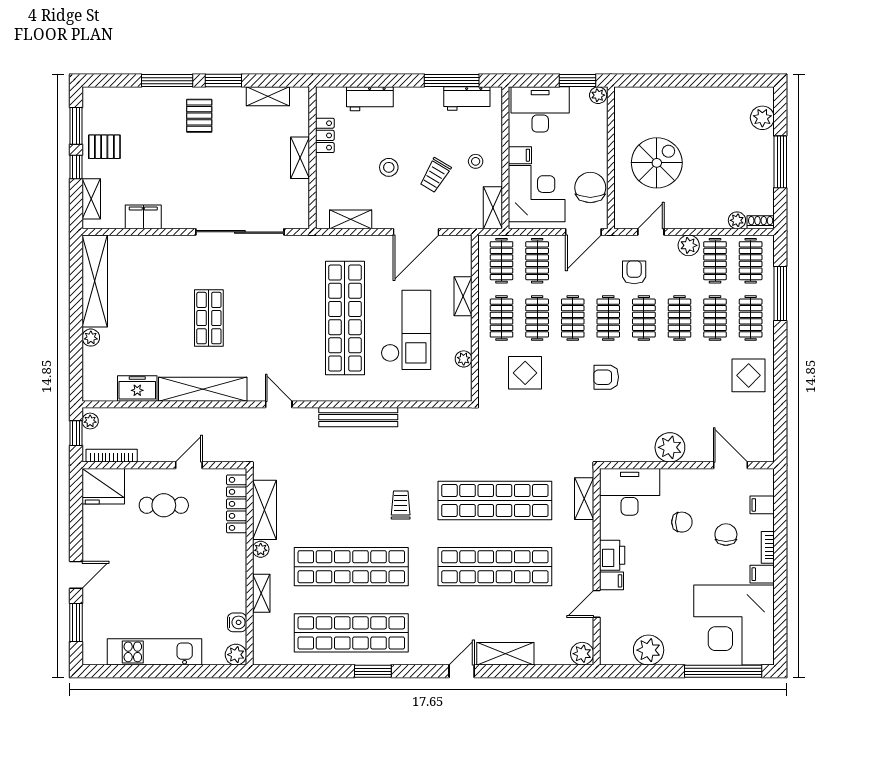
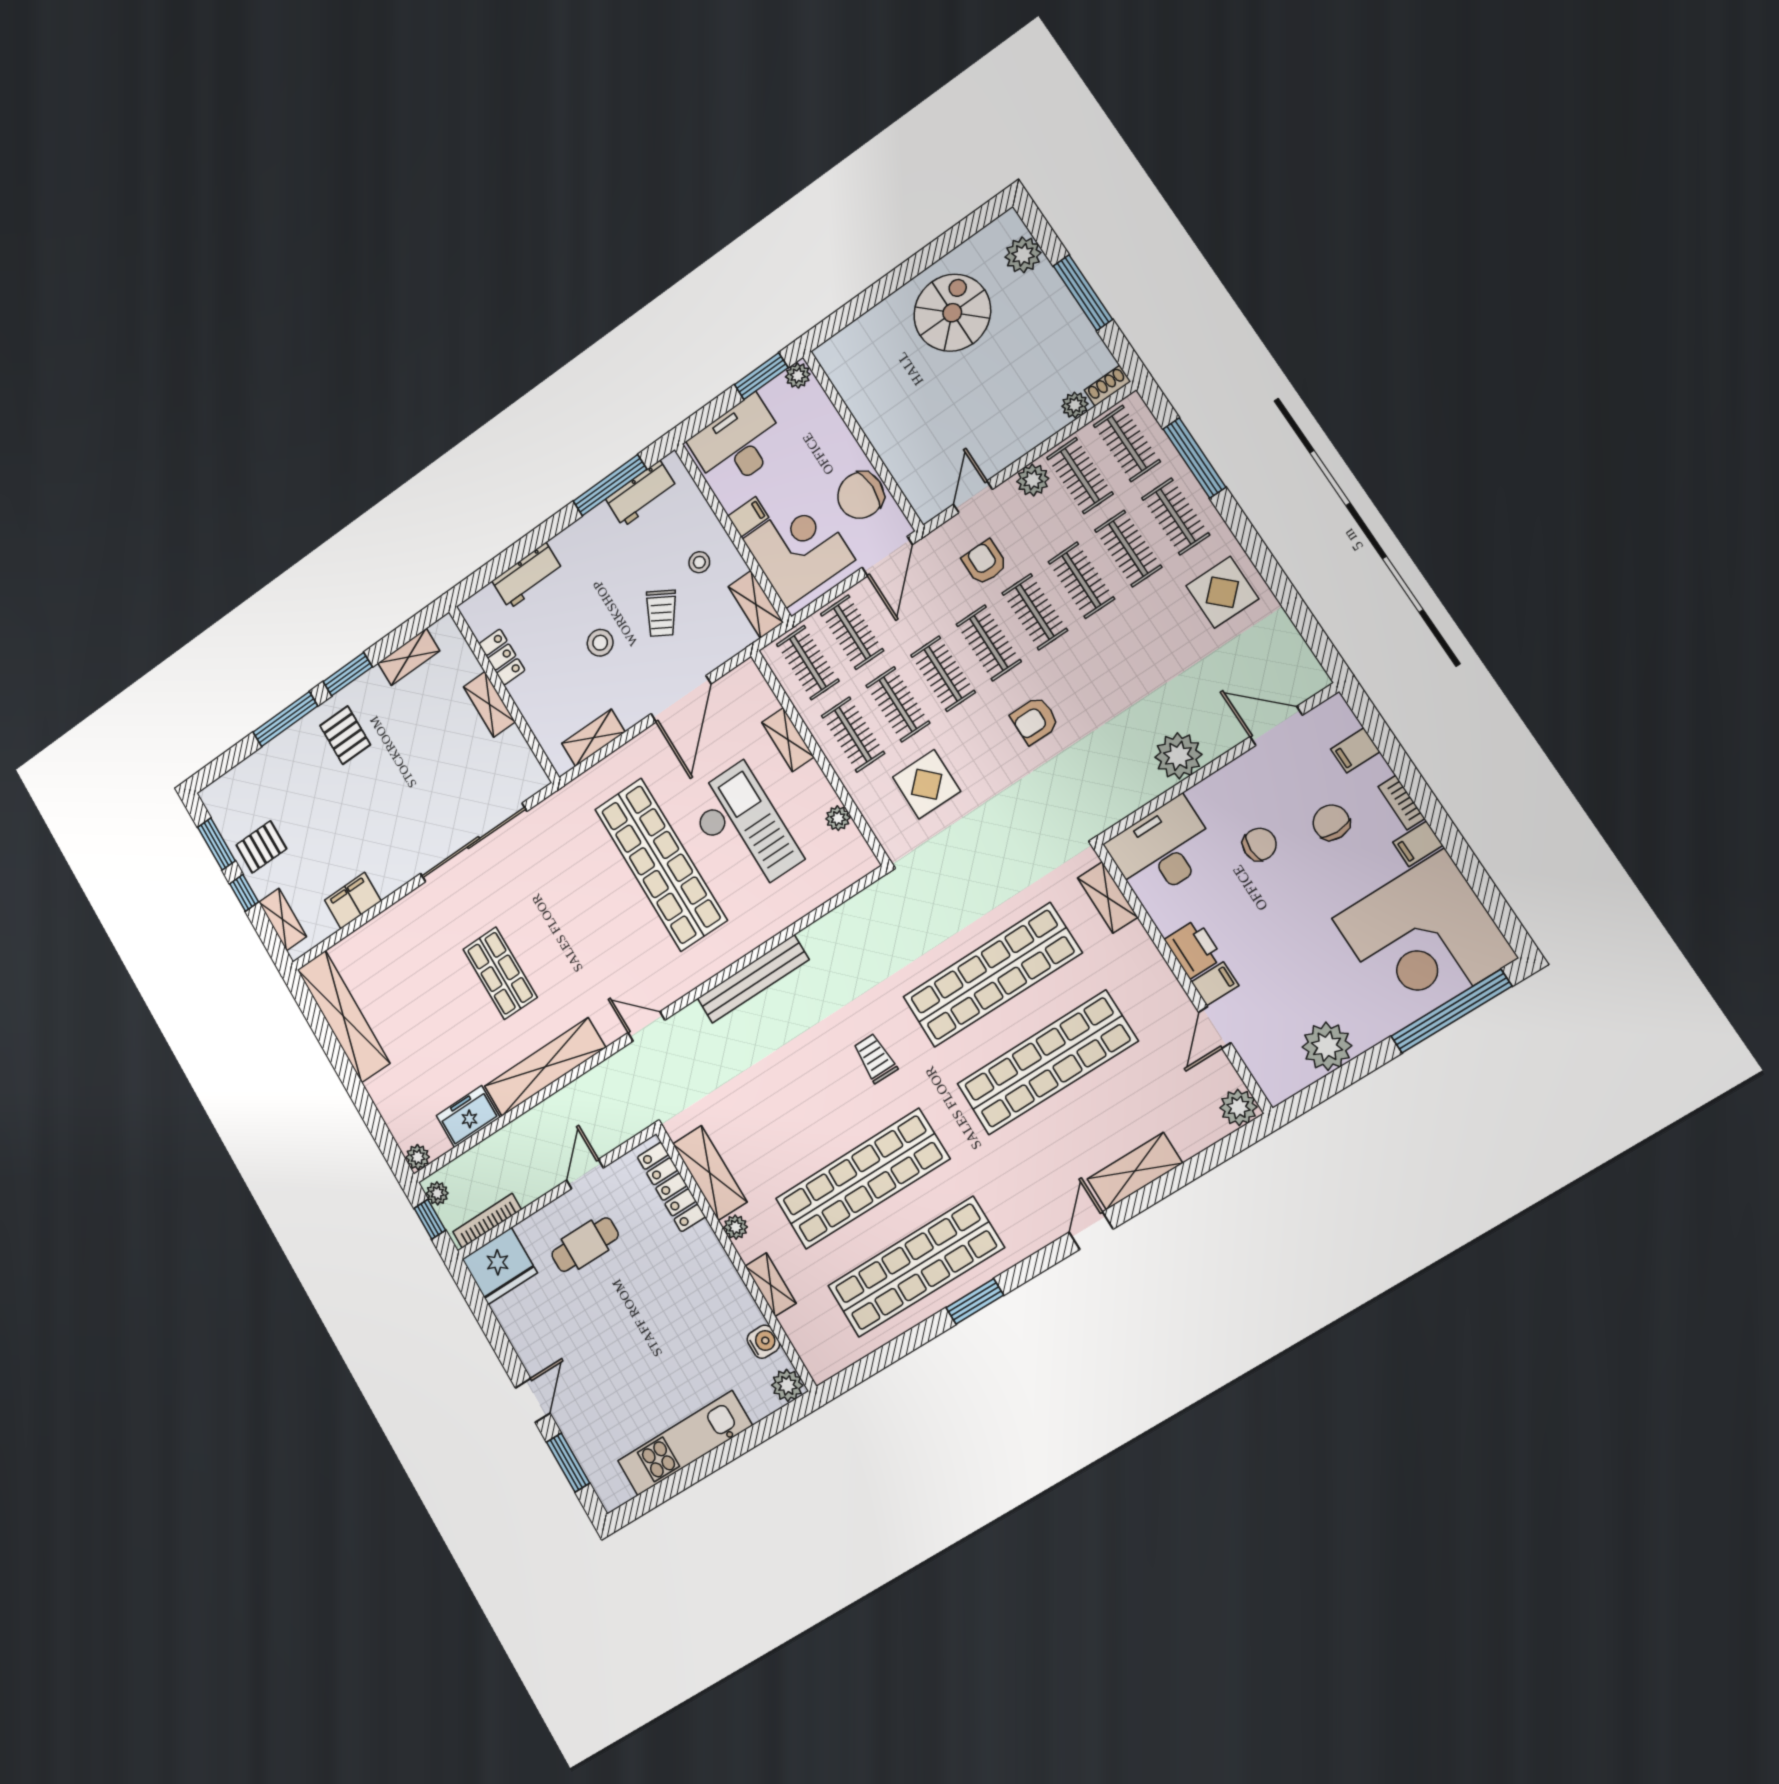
spiral stairs: (657, 163) -> (952, 313), moved
chair: (590, 188) -> (861, 495), turned -90
plant: (91, 338) -> (418, 1157), moved

